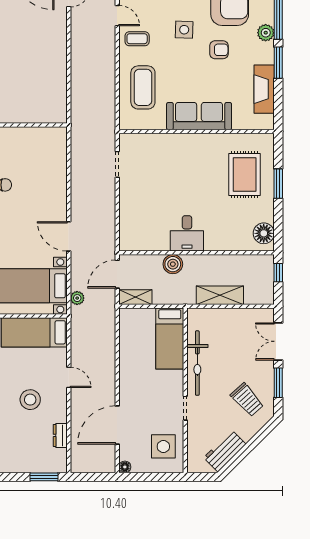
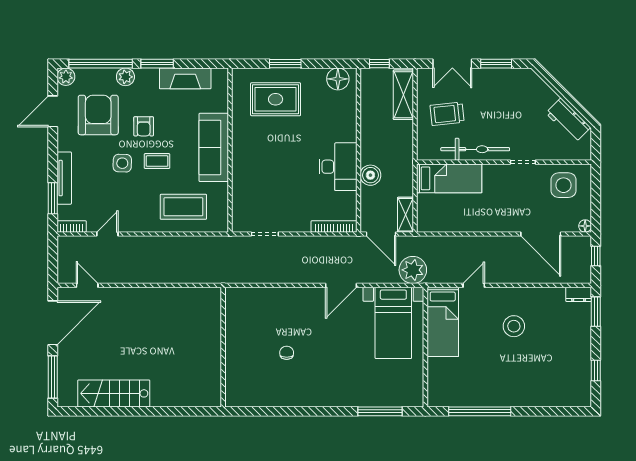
coffee table: (137, 39) -> (157, 161), moved, turned 90
armchair: (219, 50) -> (144, 126), turned 180
bookcase: (124, 230) -> (334, 226), added
desk: (187, 233) -> (338, 167), width x1.37
shelving: (220, 295) -> (403, 95), moved
plant: (77, 298) -> (413, 270), width x1.88, depth x1.88
door: (69, 377) -> (474, 285), moved
trolley: (247, 400) -> (447, 114), moved, turned -144
dresser: (60, 435) -> (579, 294), moved
window: (97, 477) -> (596, 256), added

